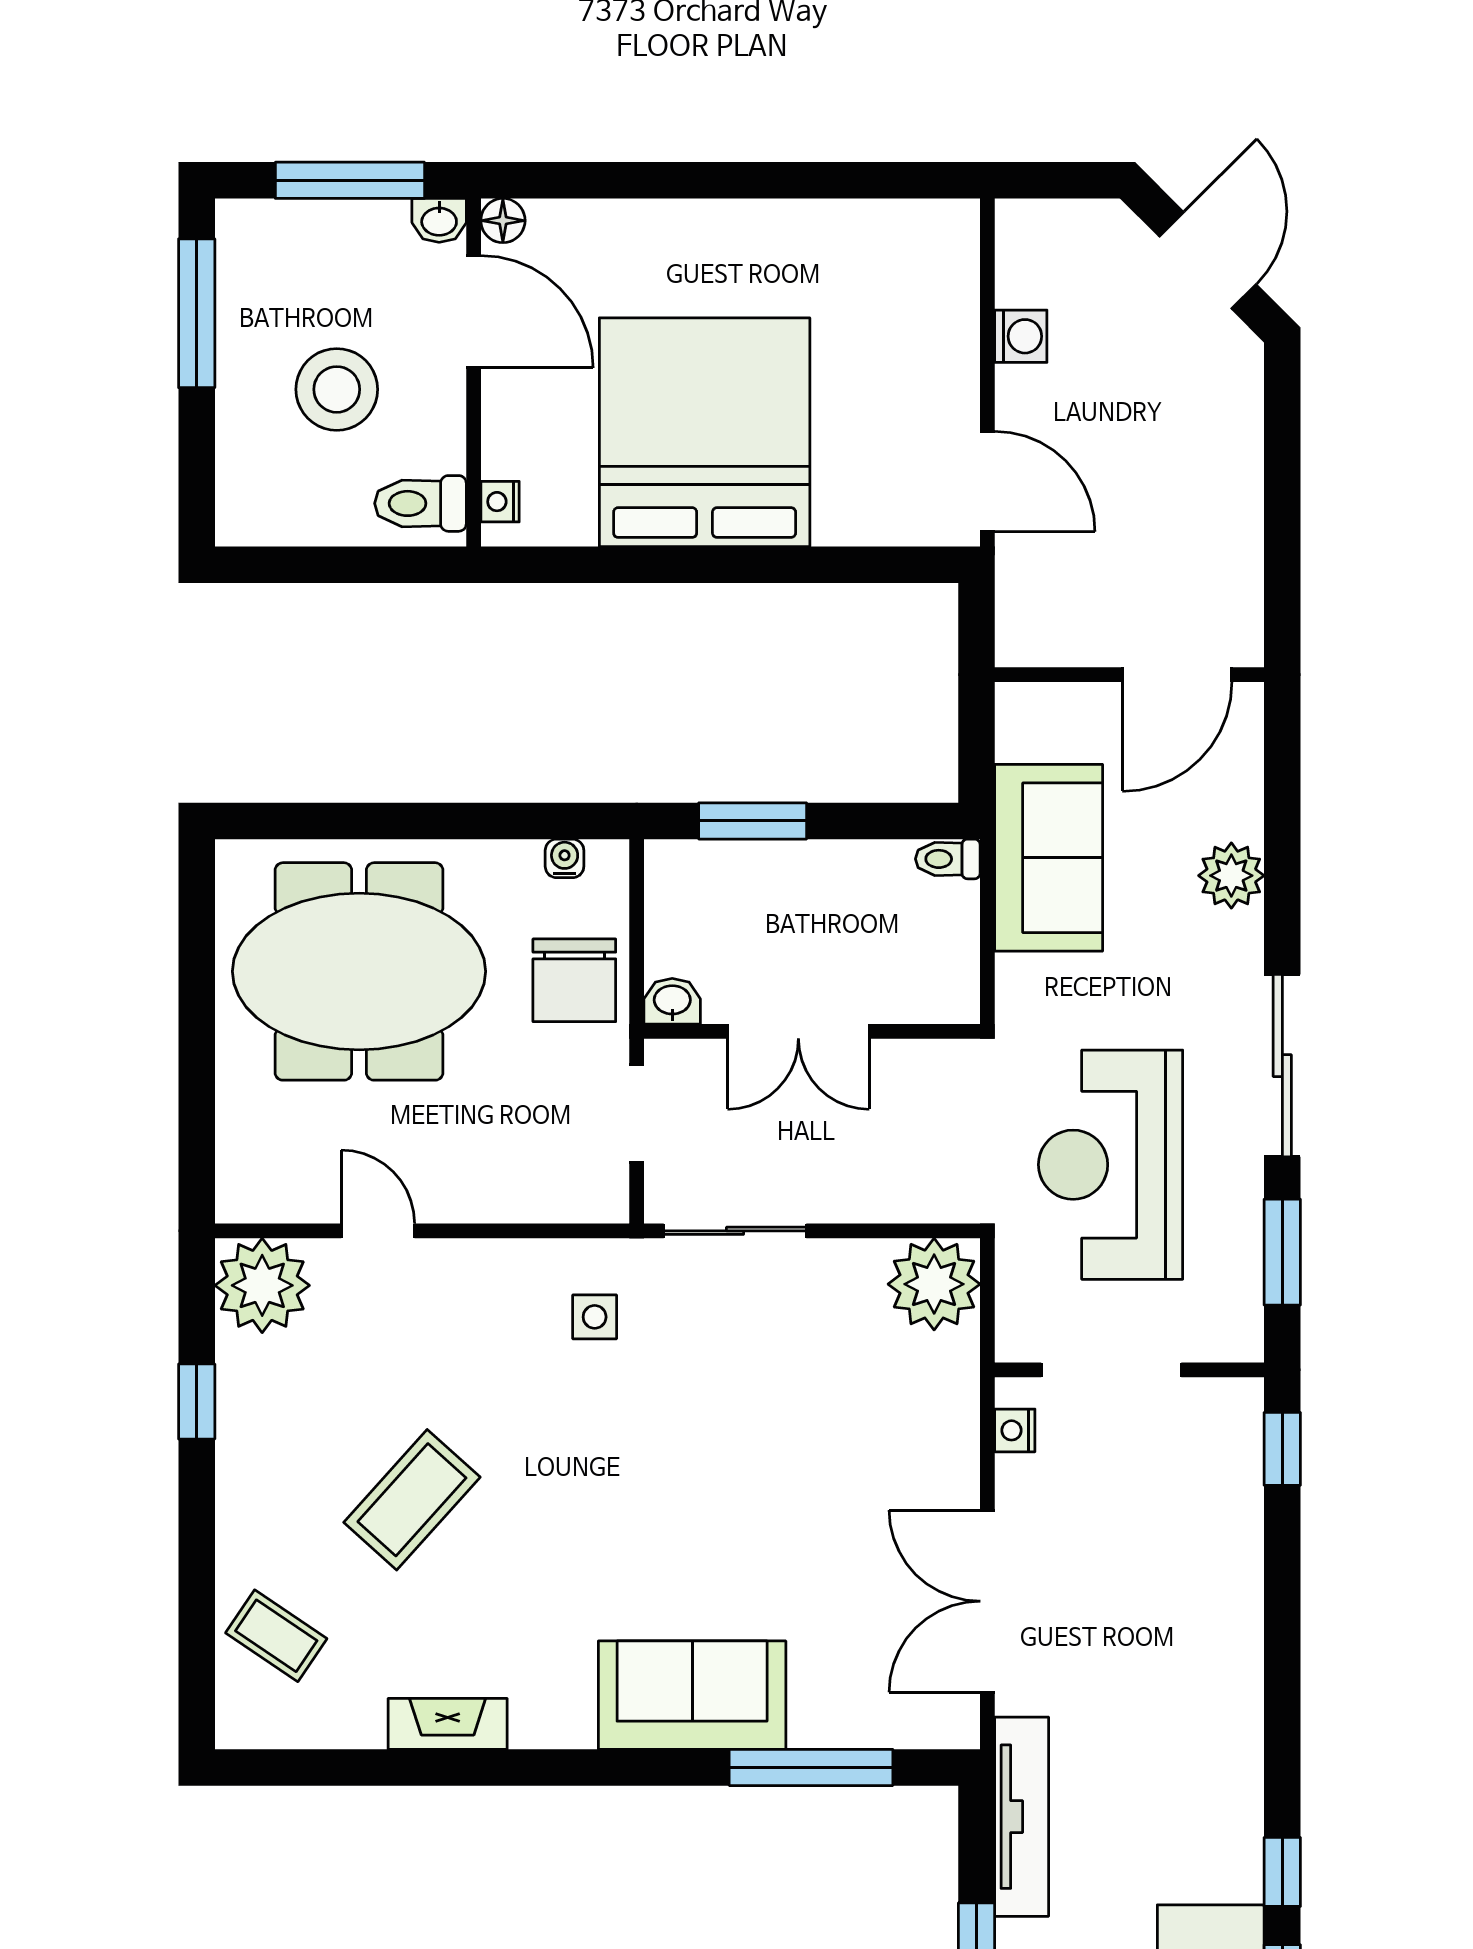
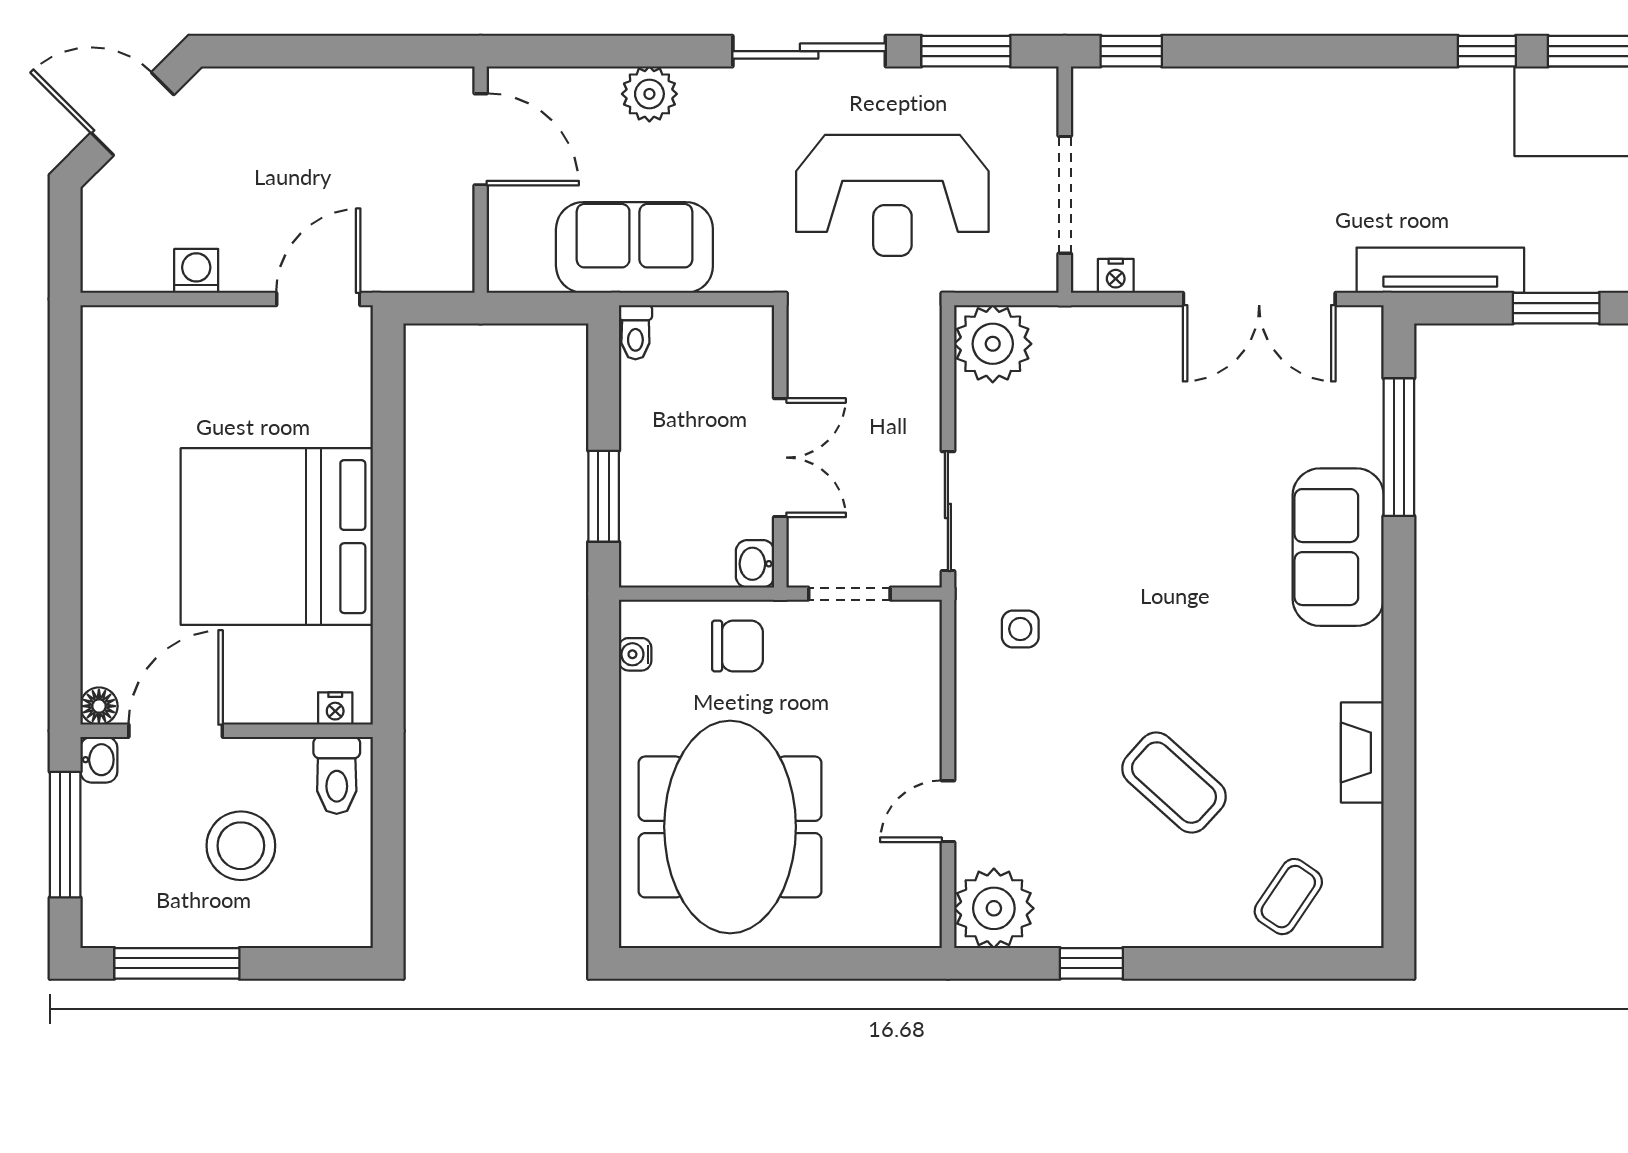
chair: (574, 980) -> (738, 646), width x0.73, depth x0.73

